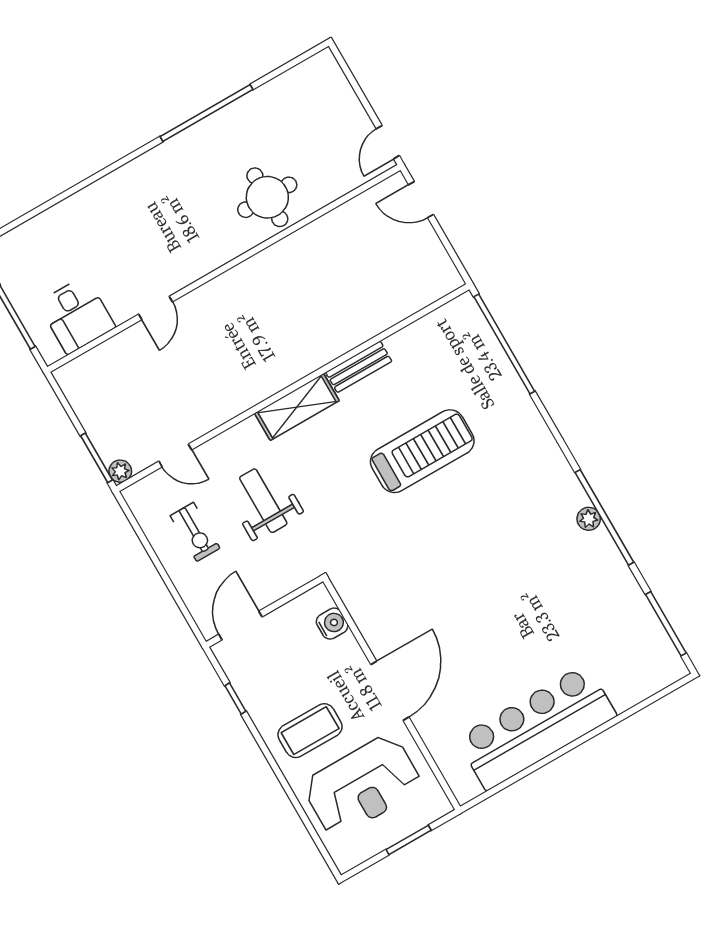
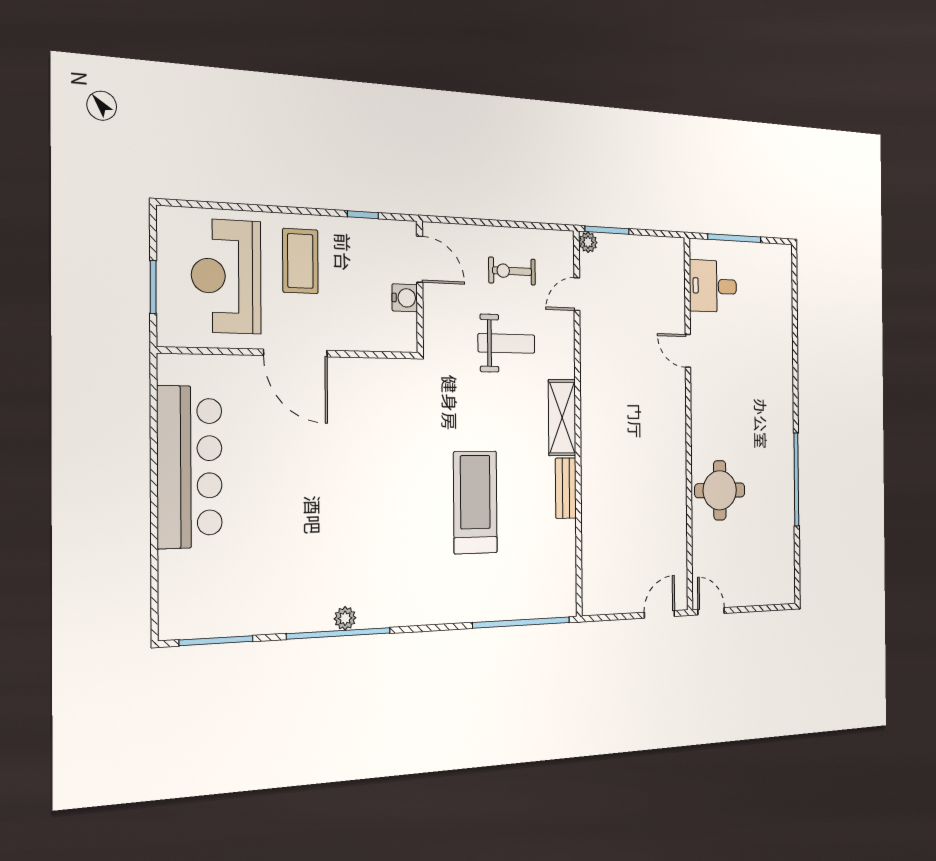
treadmill: (422, 451) -> (475, 502), turned 180
water cooler: (332, 624) -> (405, 298), moved, turned -90

